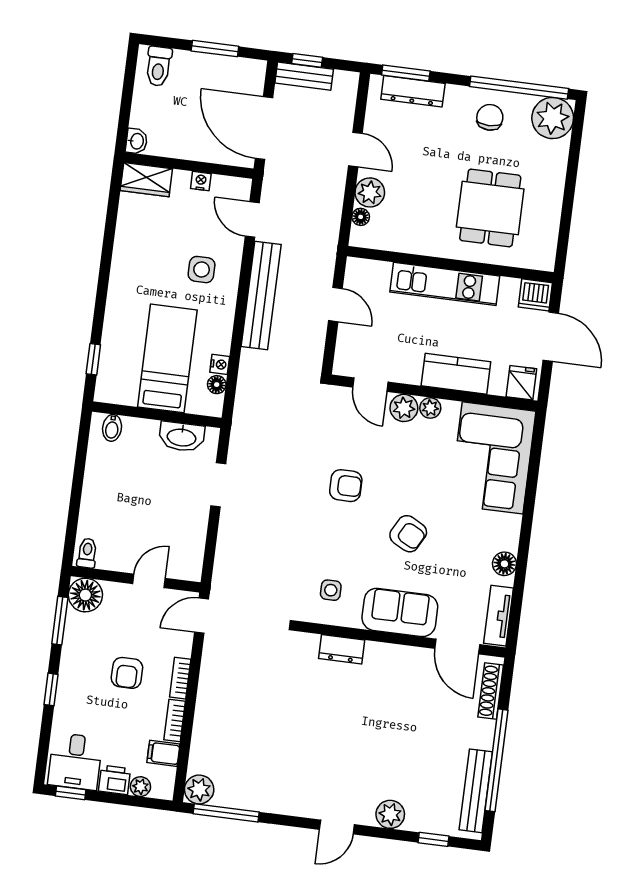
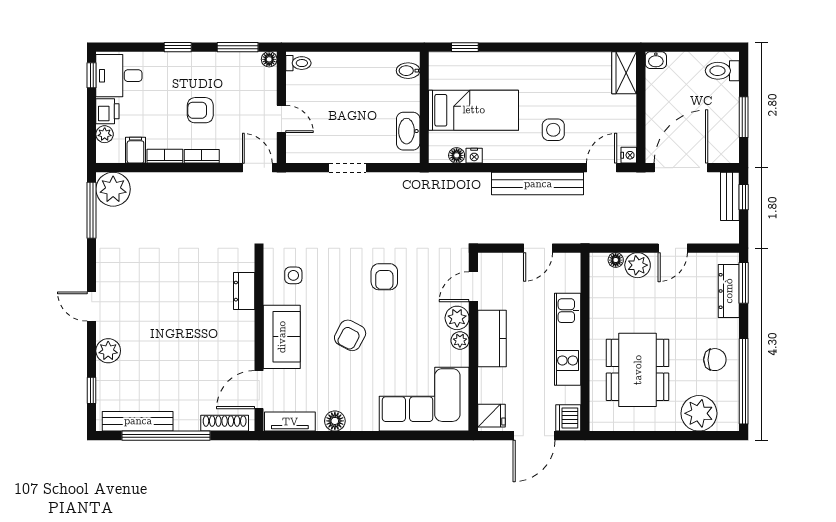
plant: (553, 118) -> (699, 413), moved
nightstand: (201, 181) -> (629, 155), moved
dining table: (490, 208) -> (638, 370), width x1.38
kitchen counter: (456, 374) -> (492, 338), moved
doorway: (218, 485) -> (348, 168), moved
floor lamp: (85, 595) -> (269, 59), width x0.53, depth x0.53
plant: (199, 789) -> (113, 189), width x1.36, depth x1.36

